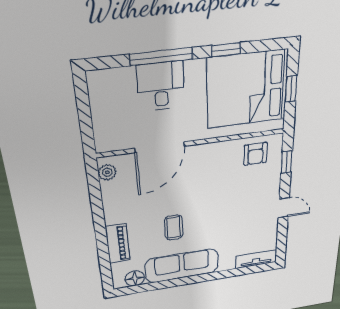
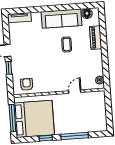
desk: (161, 86) -> (75, 122), removed
window: (291, 89) -> (12, 118), width x2.17
door: (160, 147) -> (75, 92), width x0.53
window: (287, 162) -> (9, 68), moved

